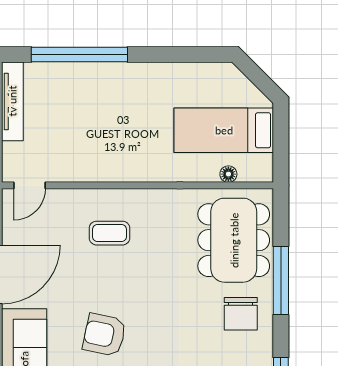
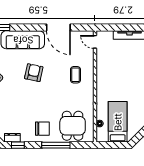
dining table: (234, 240) -> (73, 126), width x0.73
chair: (241, 314) -> (42, 129), turned 180

